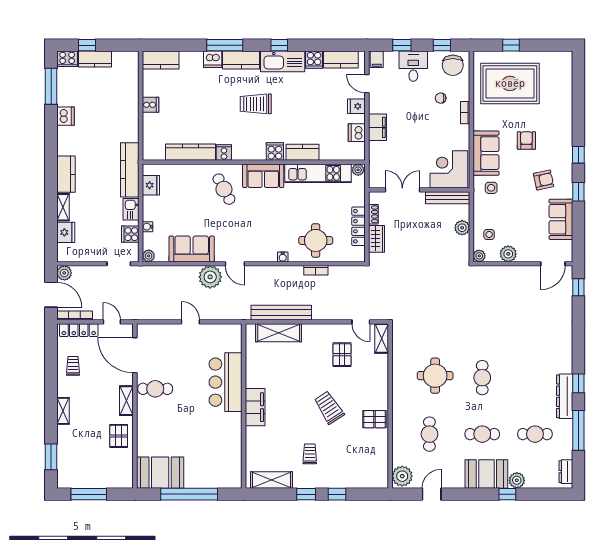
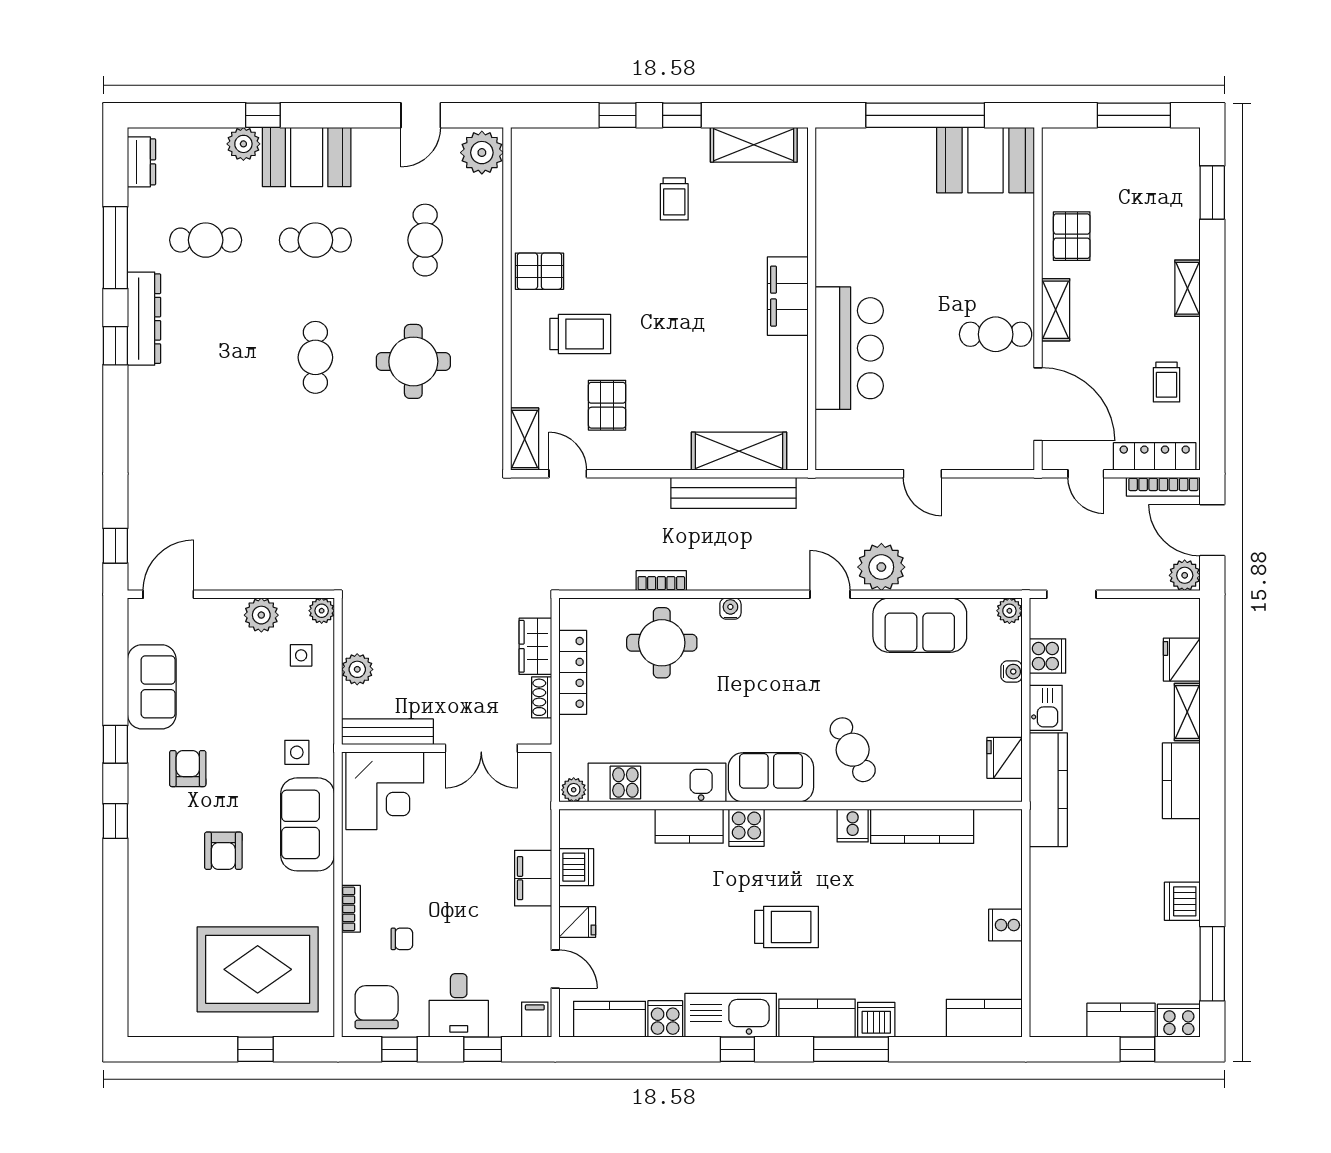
armchair: (544, 180) -> (188, 769), turned 102
trolley: (329, 408) -> (580, 334), moved, turned -57

